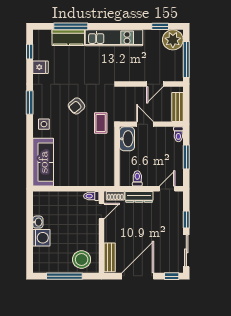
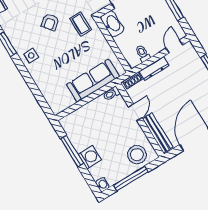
sofa: (43, 162) -> (93, 81), moved, turned -90
door: (101, 211) -> (135, 112), moved
washbasin: (38, 222) -> (102, 185), moved
window: (30, 224) -> (72, 151), added
bench: (110, 257) -> (158, 133), width x1.36

